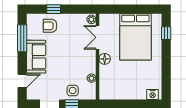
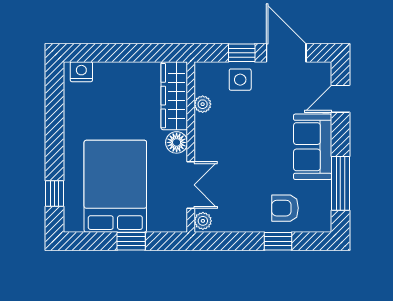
window: (127, 9) -> (131, 241), added
armchair: (50, 26) -> (285, 208), turned 180
wardrobe: (106, 82) -> (174, 96), added

